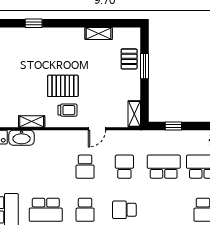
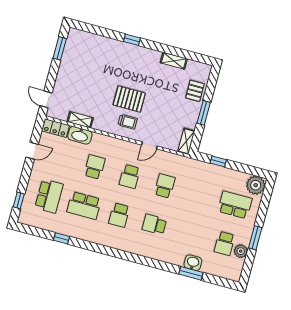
window: (34, 23) -> (132, 40), moved
window: (144, 66) -> (204, 113), moved
shelving: (32, 121) -> (80, 120), moved
school desk: (164, 167) -> (95, 167), moved, width x0.54

